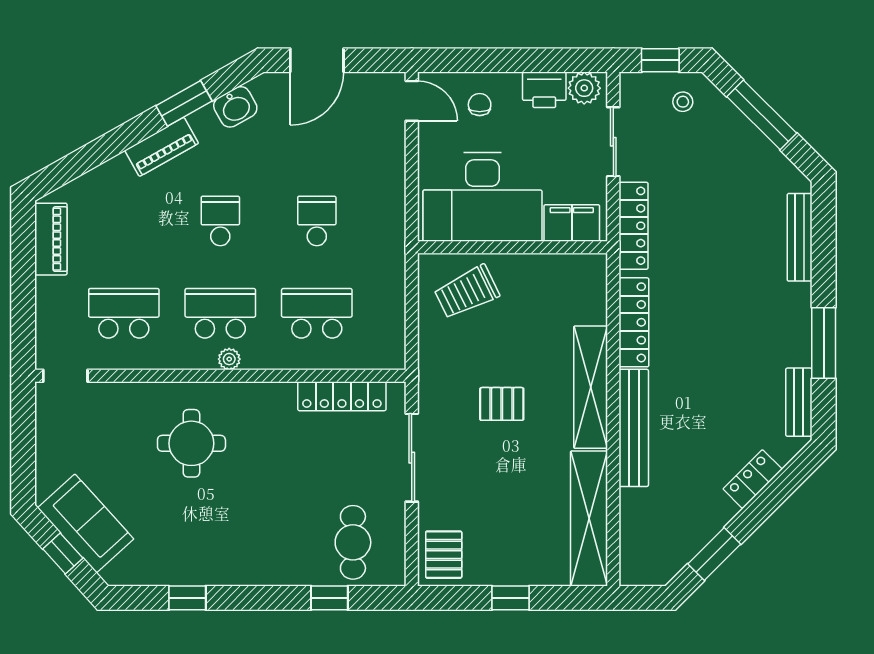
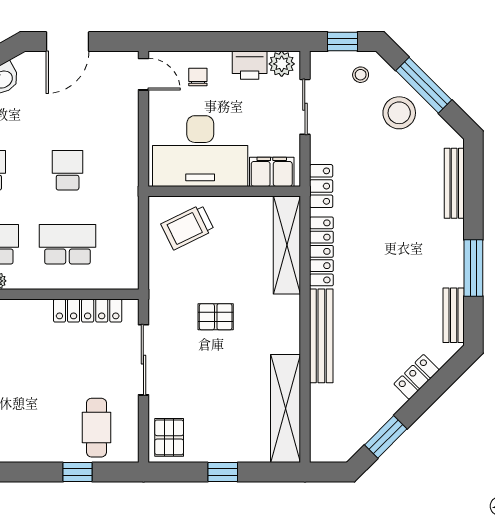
stool: (731, 149) -> (399, 113), added
locker: (634, 226) -> (321, 186), width x0.66
shelving: (591, 387) -> (287, 245), moved

